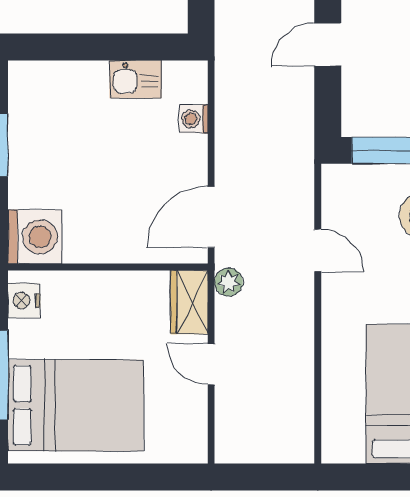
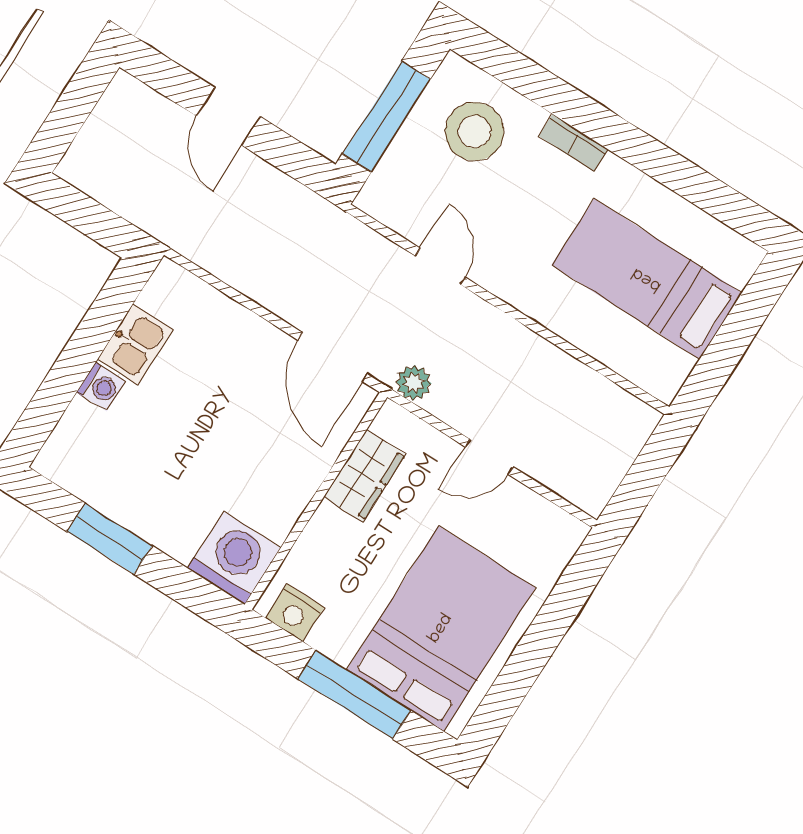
washing machine: (194, 119) -> (101, 387), moved, turned -90
door: (318, 250) -> (440, 266), hinge flipped
wardrobe: (189, 302) -> (365, 476), moved, turned -90

